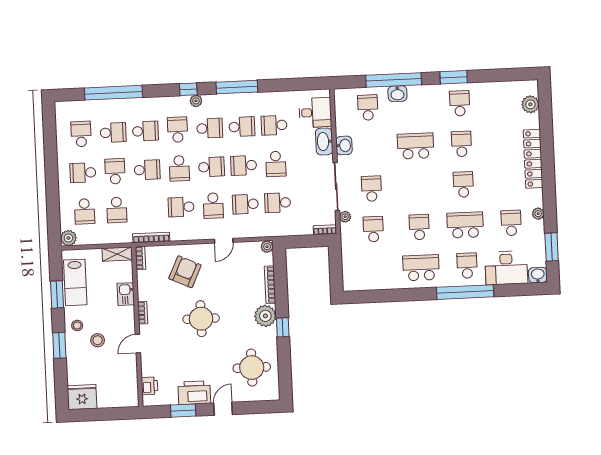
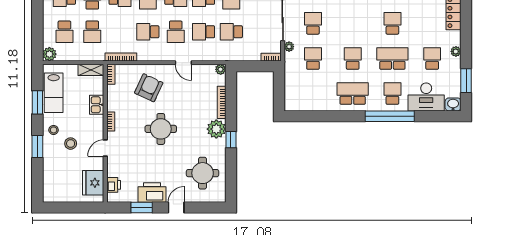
door: (224, 241) -> (183, 63), hinge flipped
fridge: (82, 397) -> (93, 183), moved, turned -90

